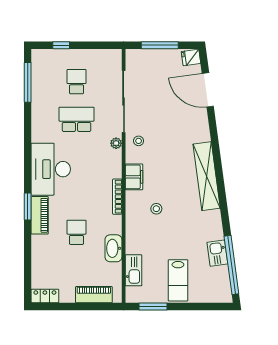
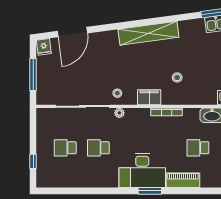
window: (28, 82) -> (66, 191), removed
school desk: (77, 119) -> (98, 148), width x0.54
window: (28, 207) -> (150, 191), moved

